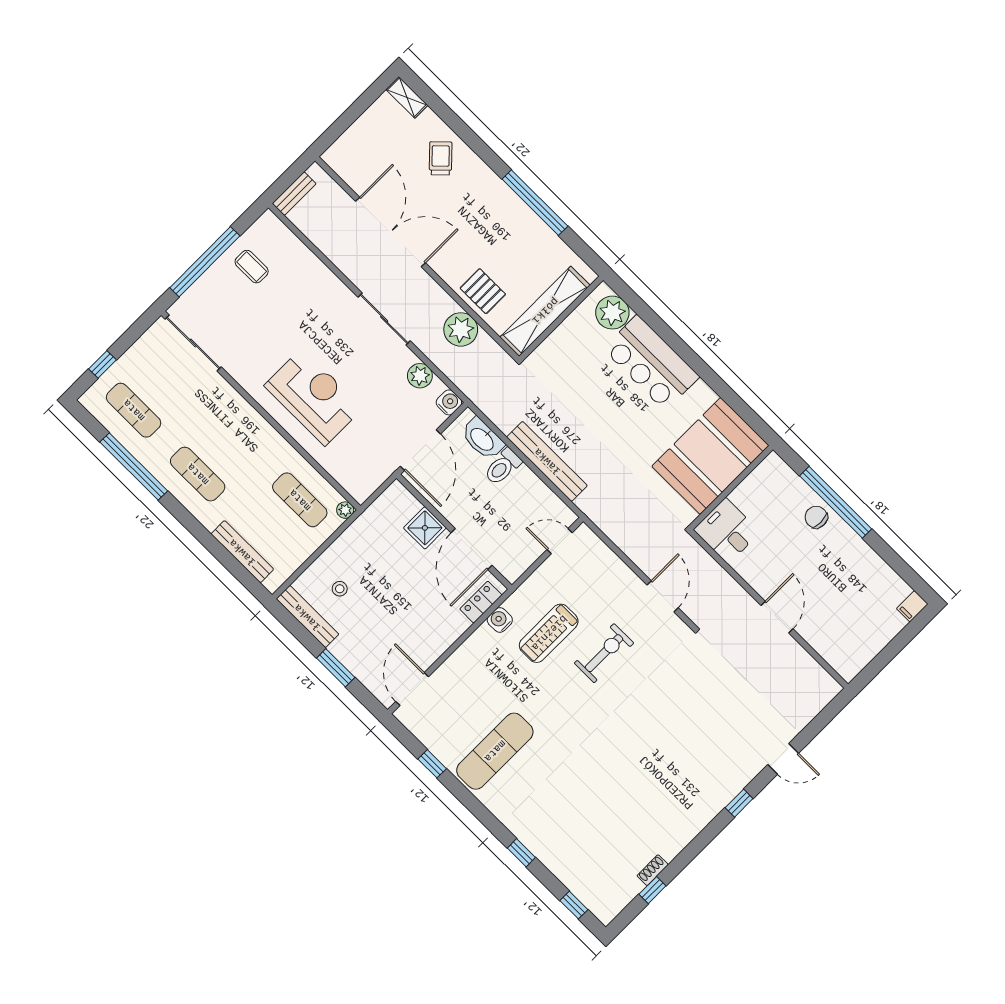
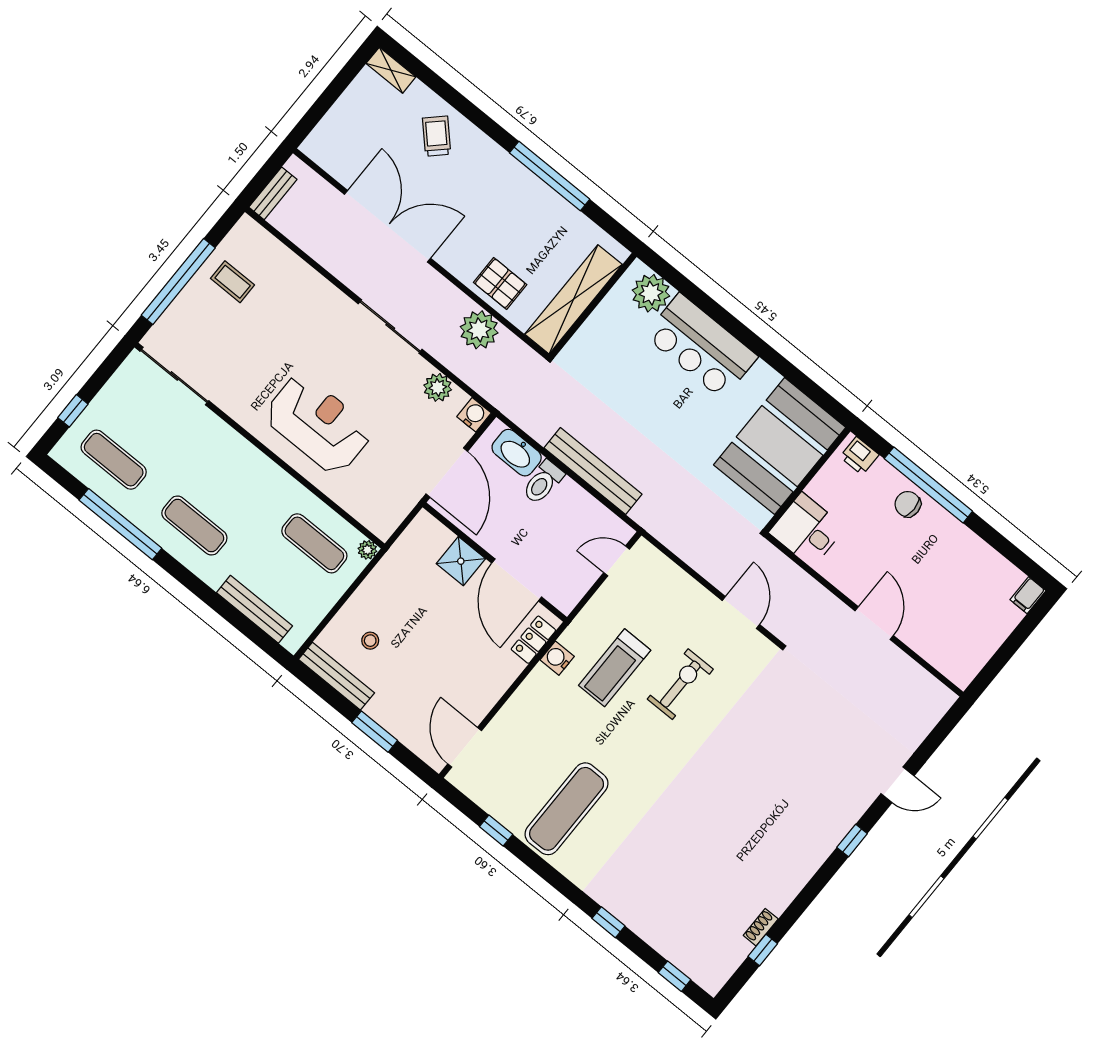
printer: (779, 471) -> (859, 456), added

